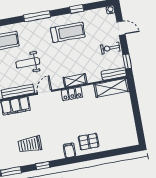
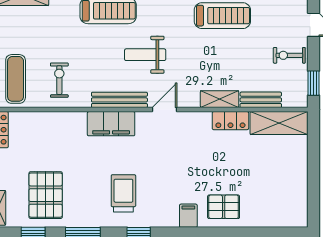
bench: (114, 74) -> (261, 100), moved
locker: (72, 94) -> (230, 121), moved
trolley: (30, 144) -> (123, 193), turned 90

